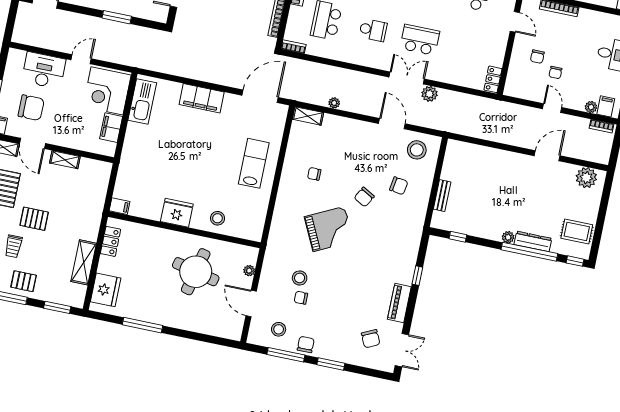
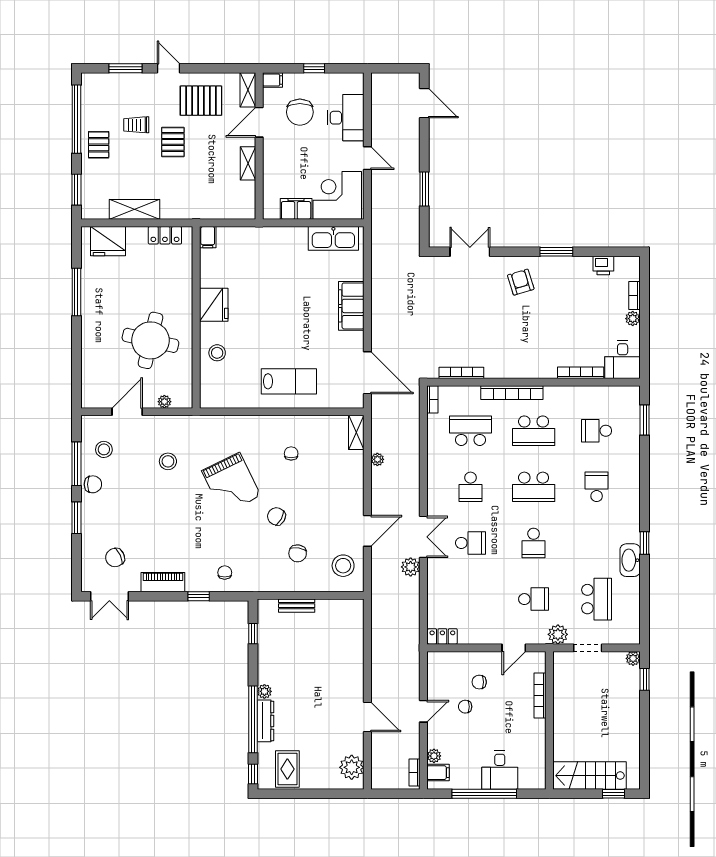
school desk: (420, 40) -> (471, 543), width x0.54
chair: (301, 298) -> (225, 573), moved

